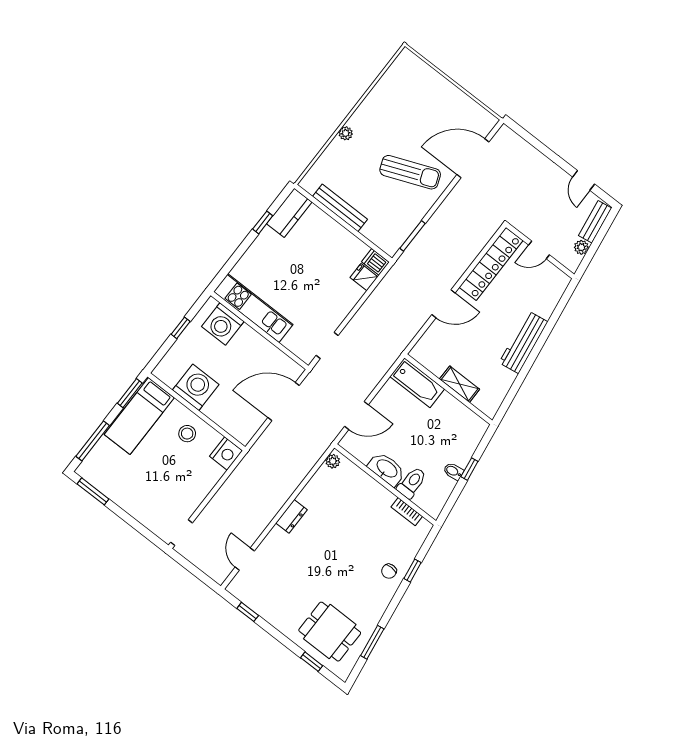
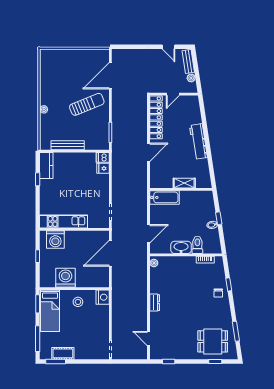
cot: (112, 488) -> (63, 353), added

